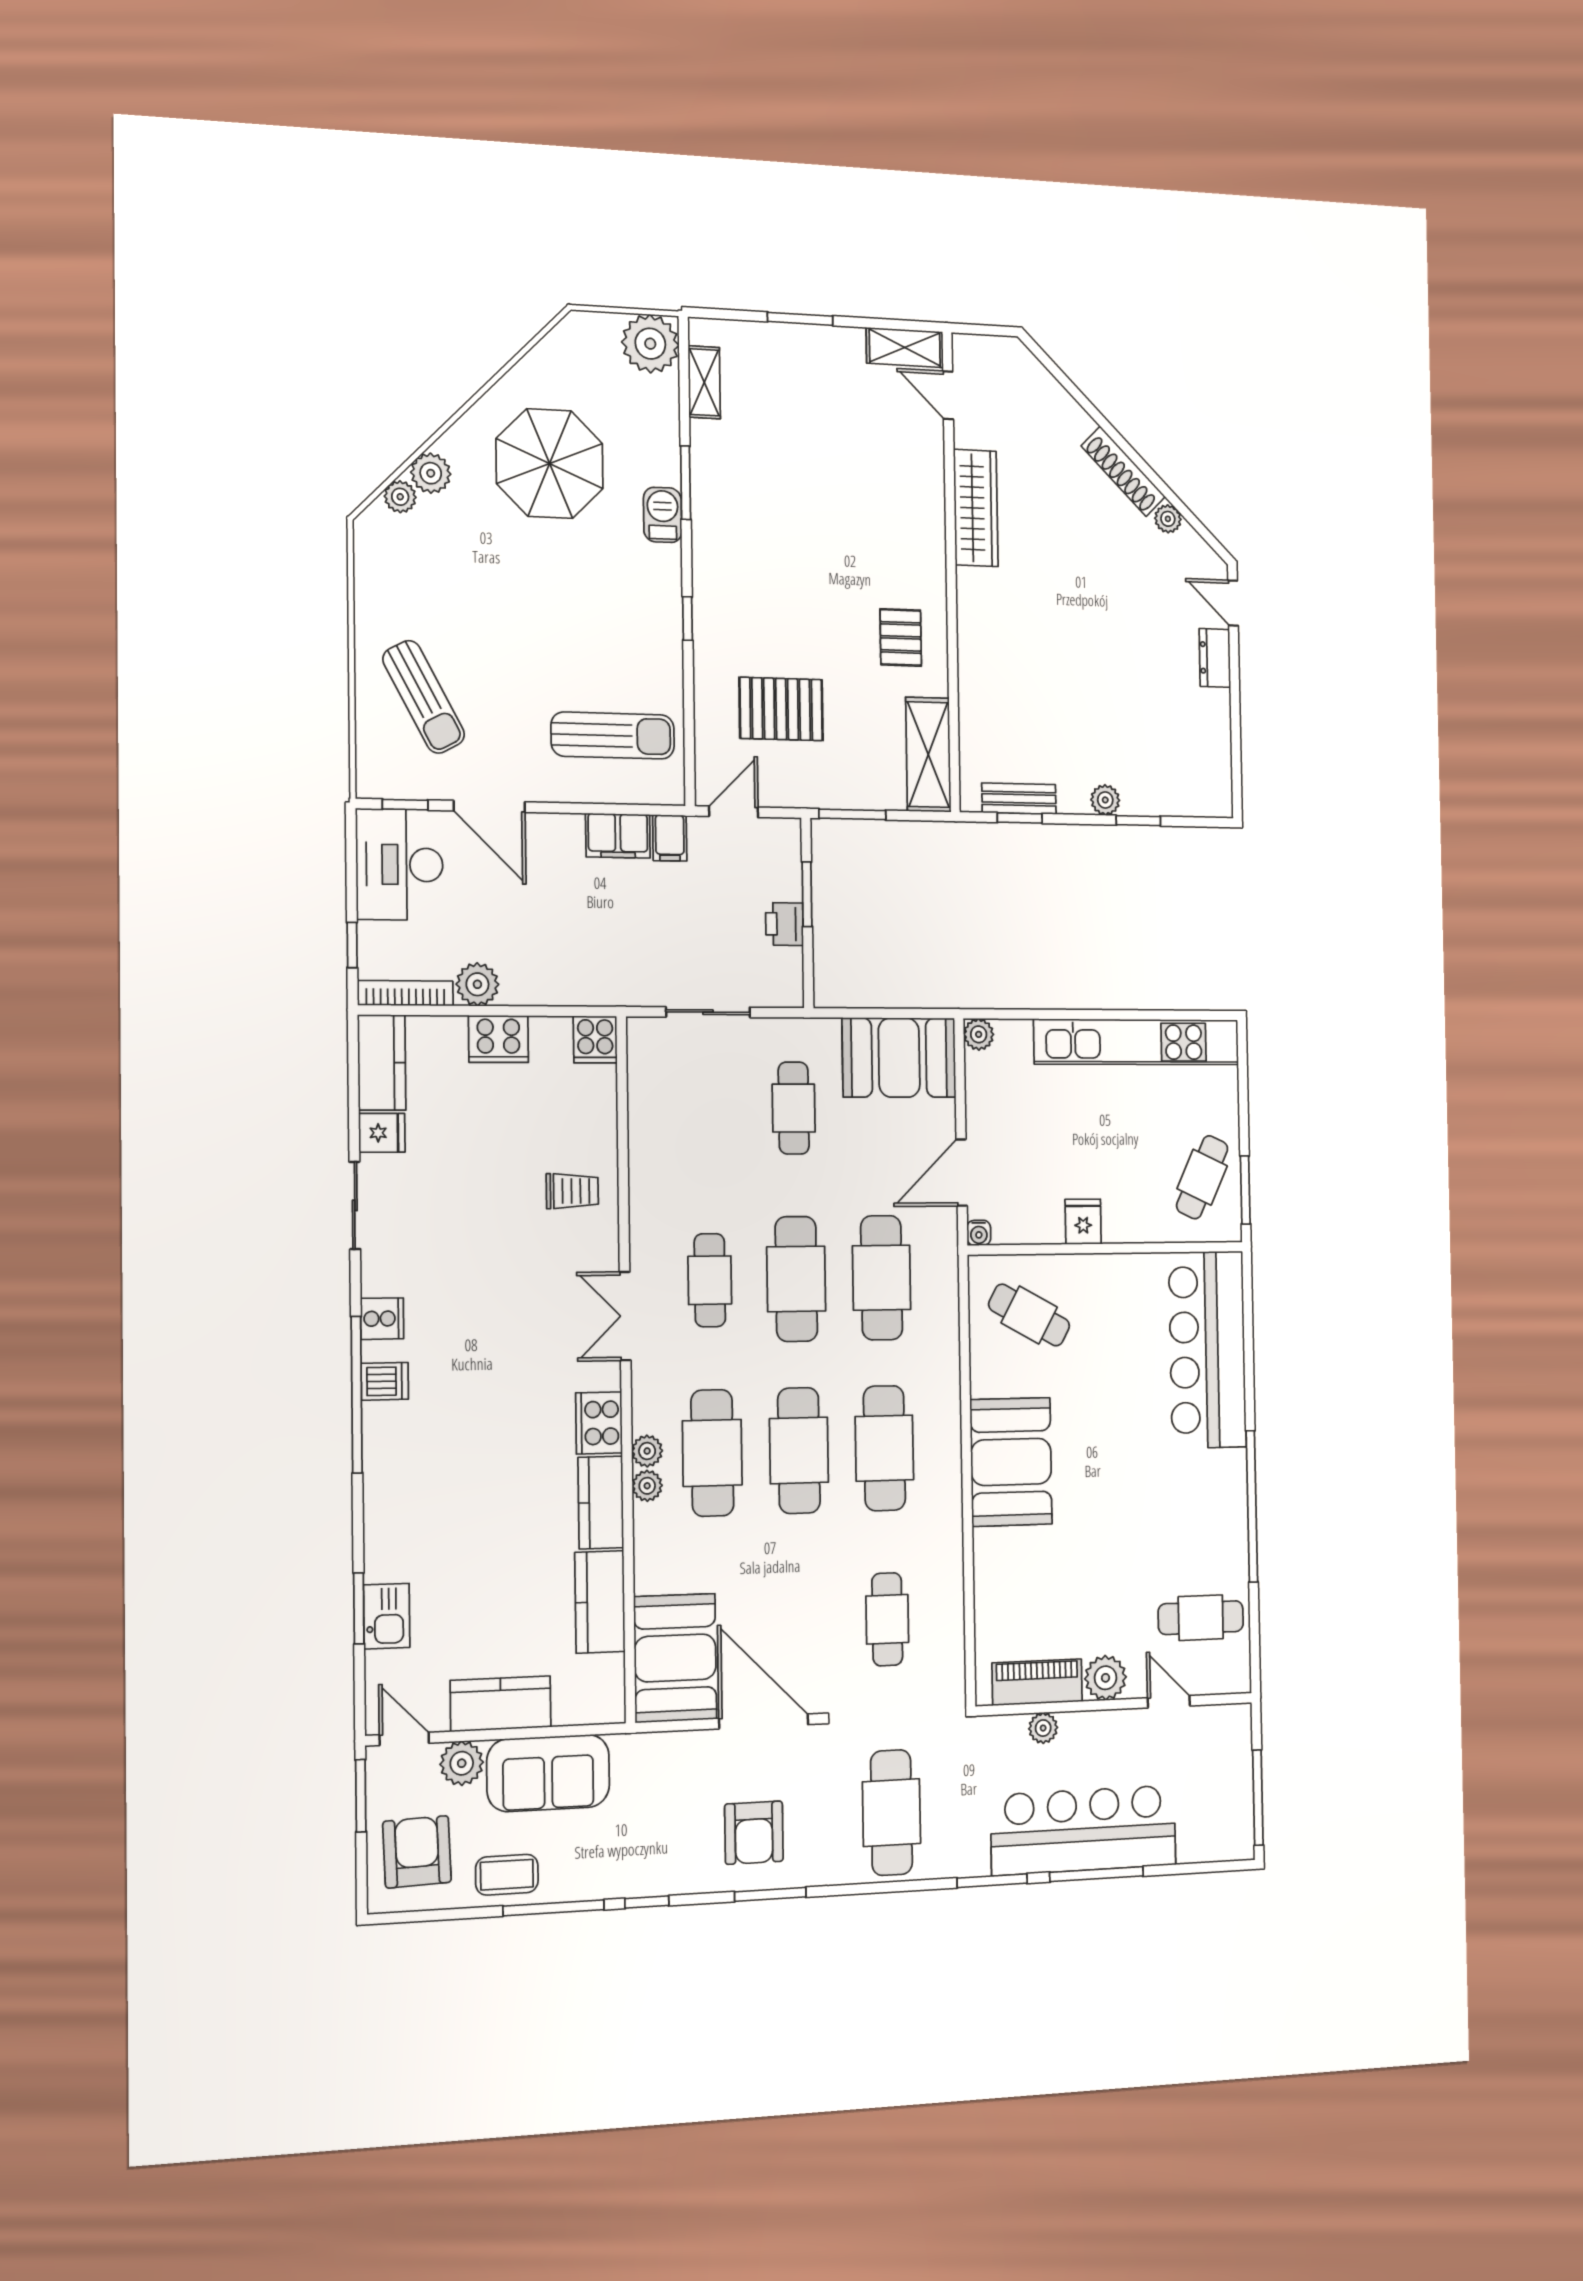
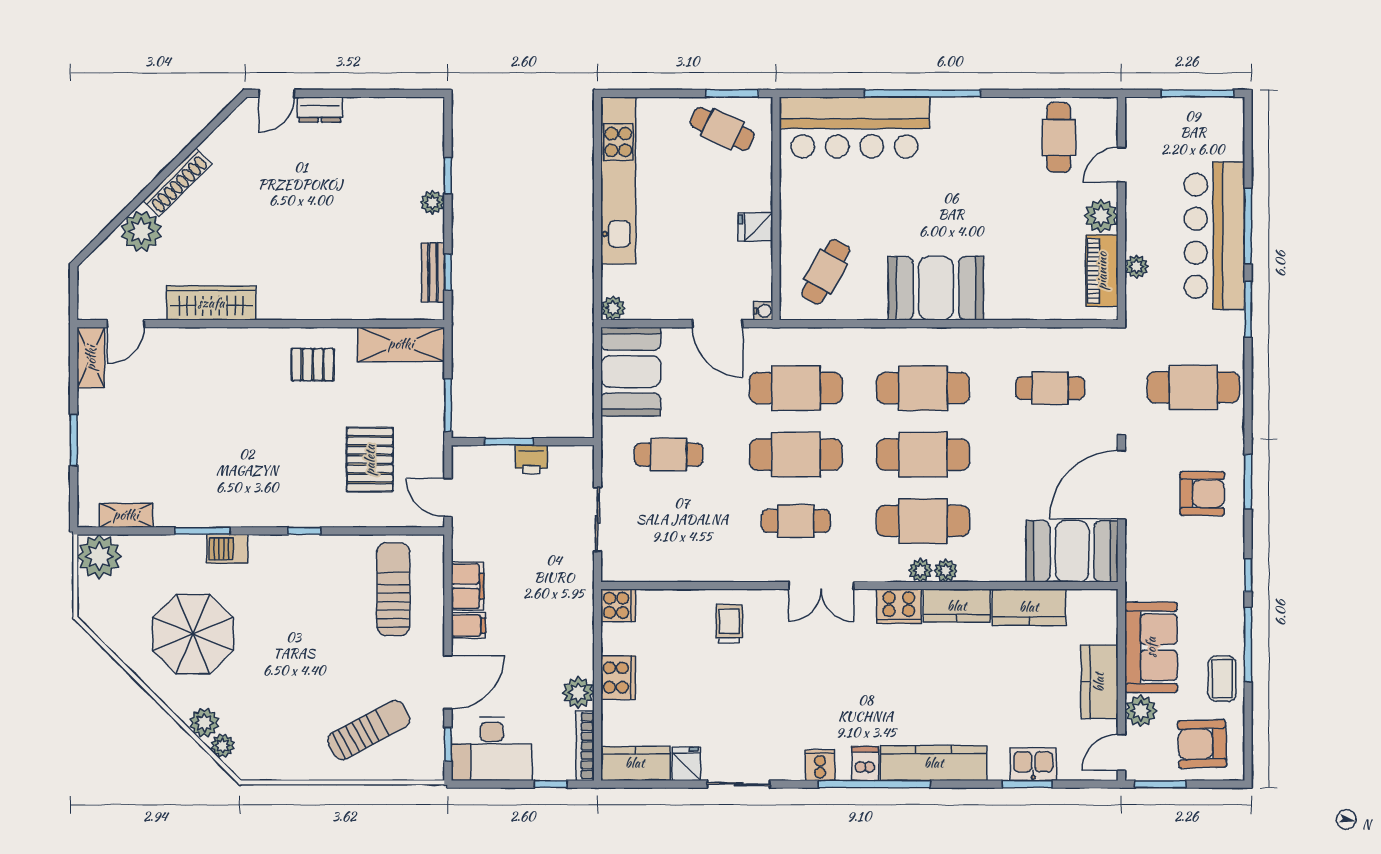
plant: (1168, 519) -> (141, 231), moved, width x1.87, depth x1.87
filing cabinet: (670, 838) -> (468, 626), moved
kitchen counter: (387, 1477) -> (934, 763), added
window: (1252, 1506) -> (923, 93), moved

